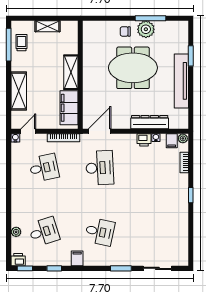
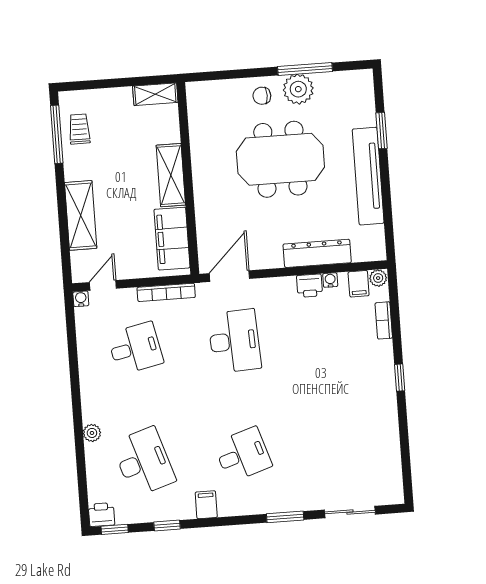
shelving: (47, 26) -> (155, 94), moved
plant: (16, 232) -> (92, 433), moved
desk: (44, 232) -> (144, 462), width x1.37
desk: (100, 232) -> (243, 455), turned -30

